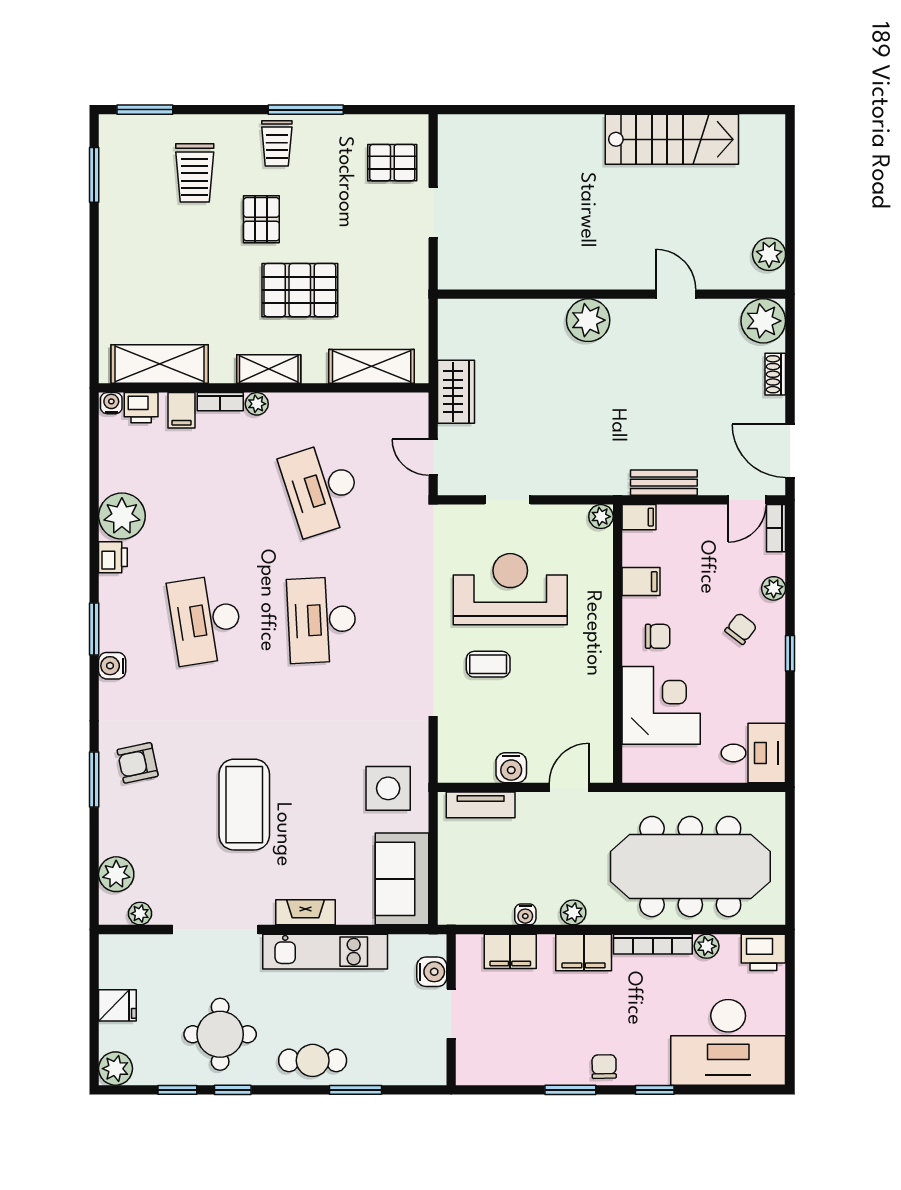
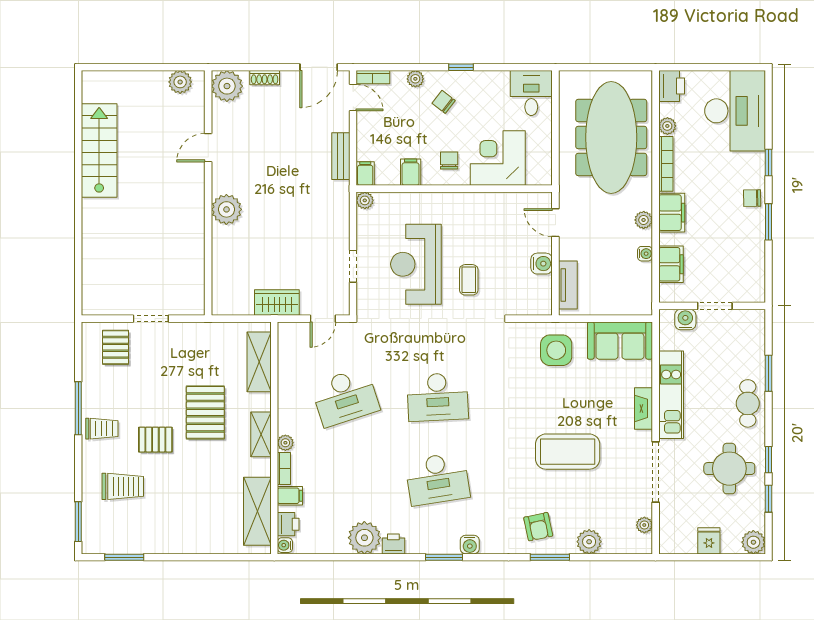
plant: (116, 874) -> (589, 542), moved

